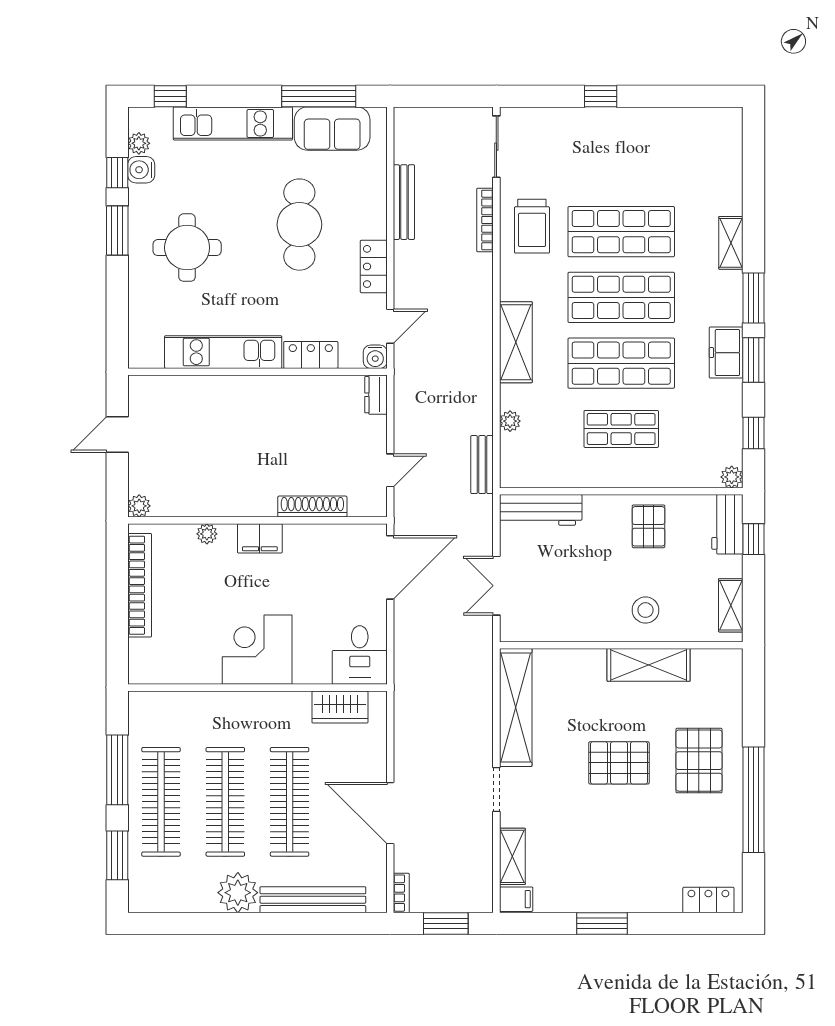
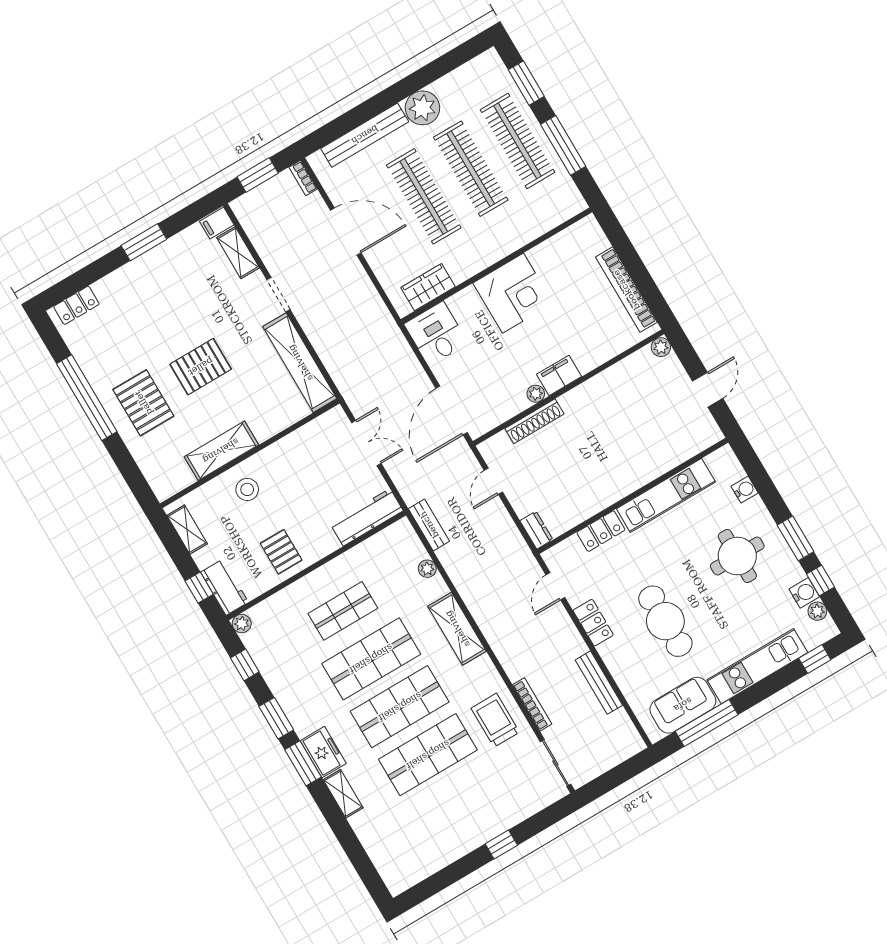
freezer: (726, 353) -> (323, 752), moved
water cooler: (375, 357) -> (745, 490), moved, turned 90
plant: (207, 534) -> (536, 394), moved

